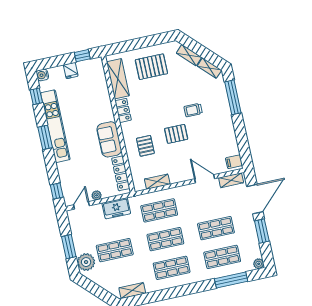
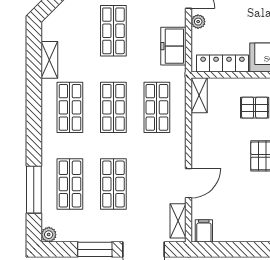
shelving: (157, 182) -> (199, 95), moved
shelving: (132, 291) -> (49, 60), moved

